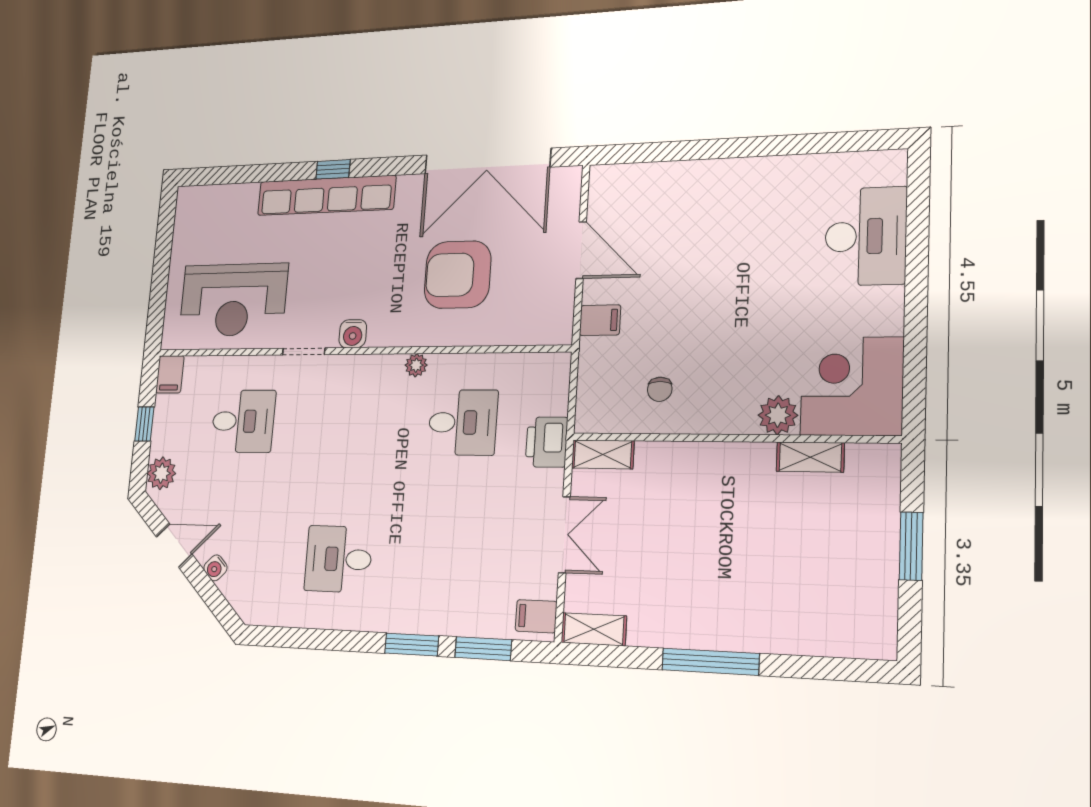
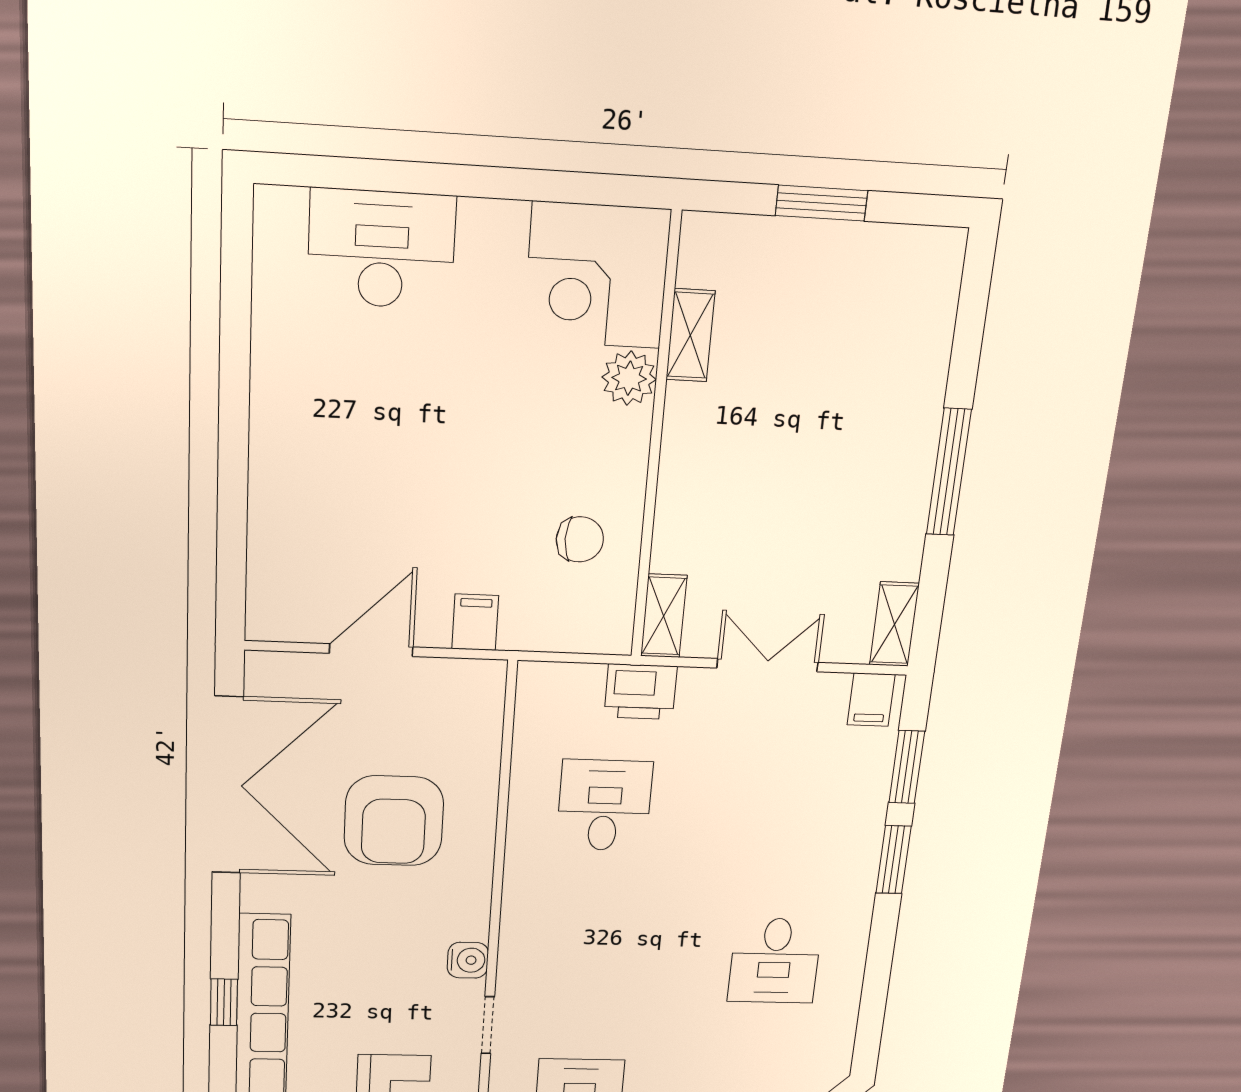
plant: (416, 365) -> (519, 872), removed
chair: (660, 389) -> (580, 539), width x1.37, depth x1.37

